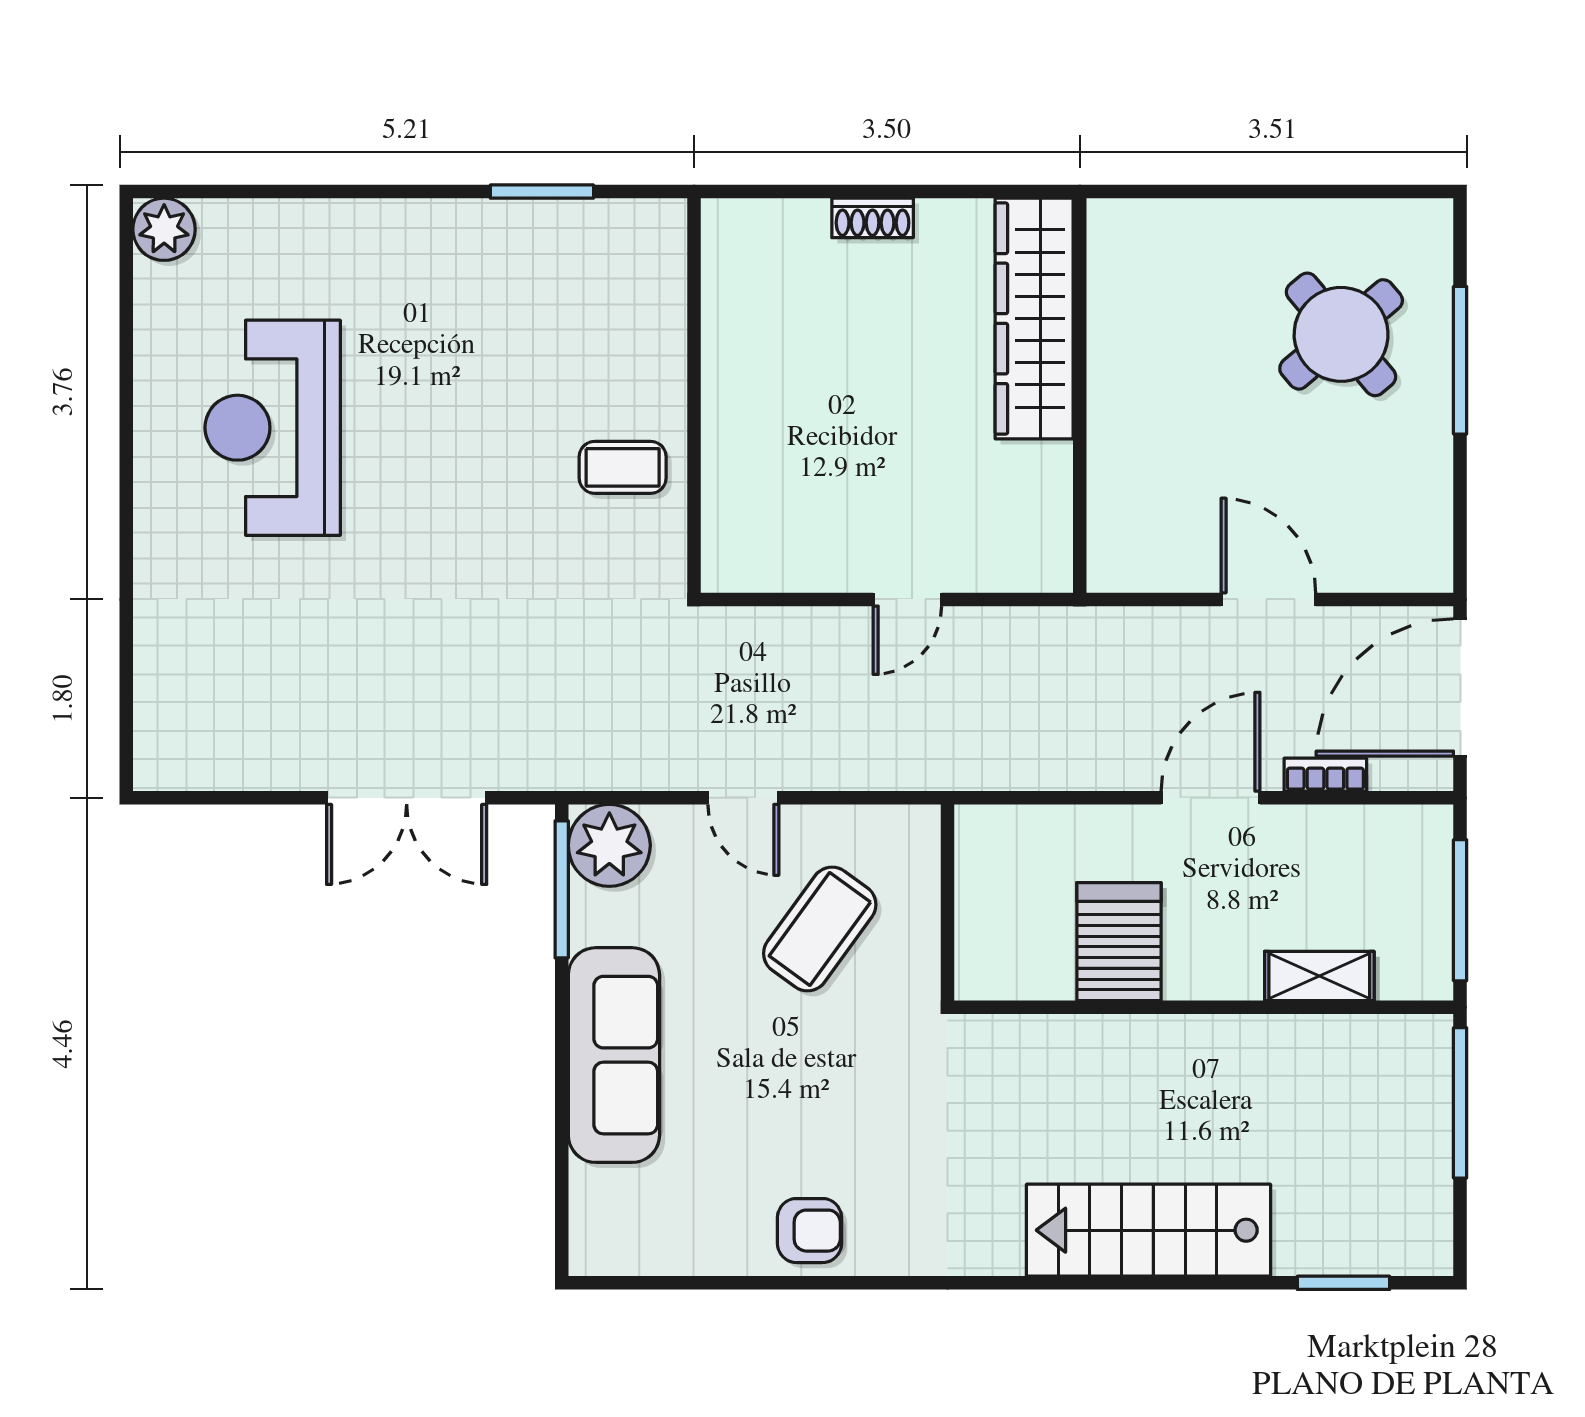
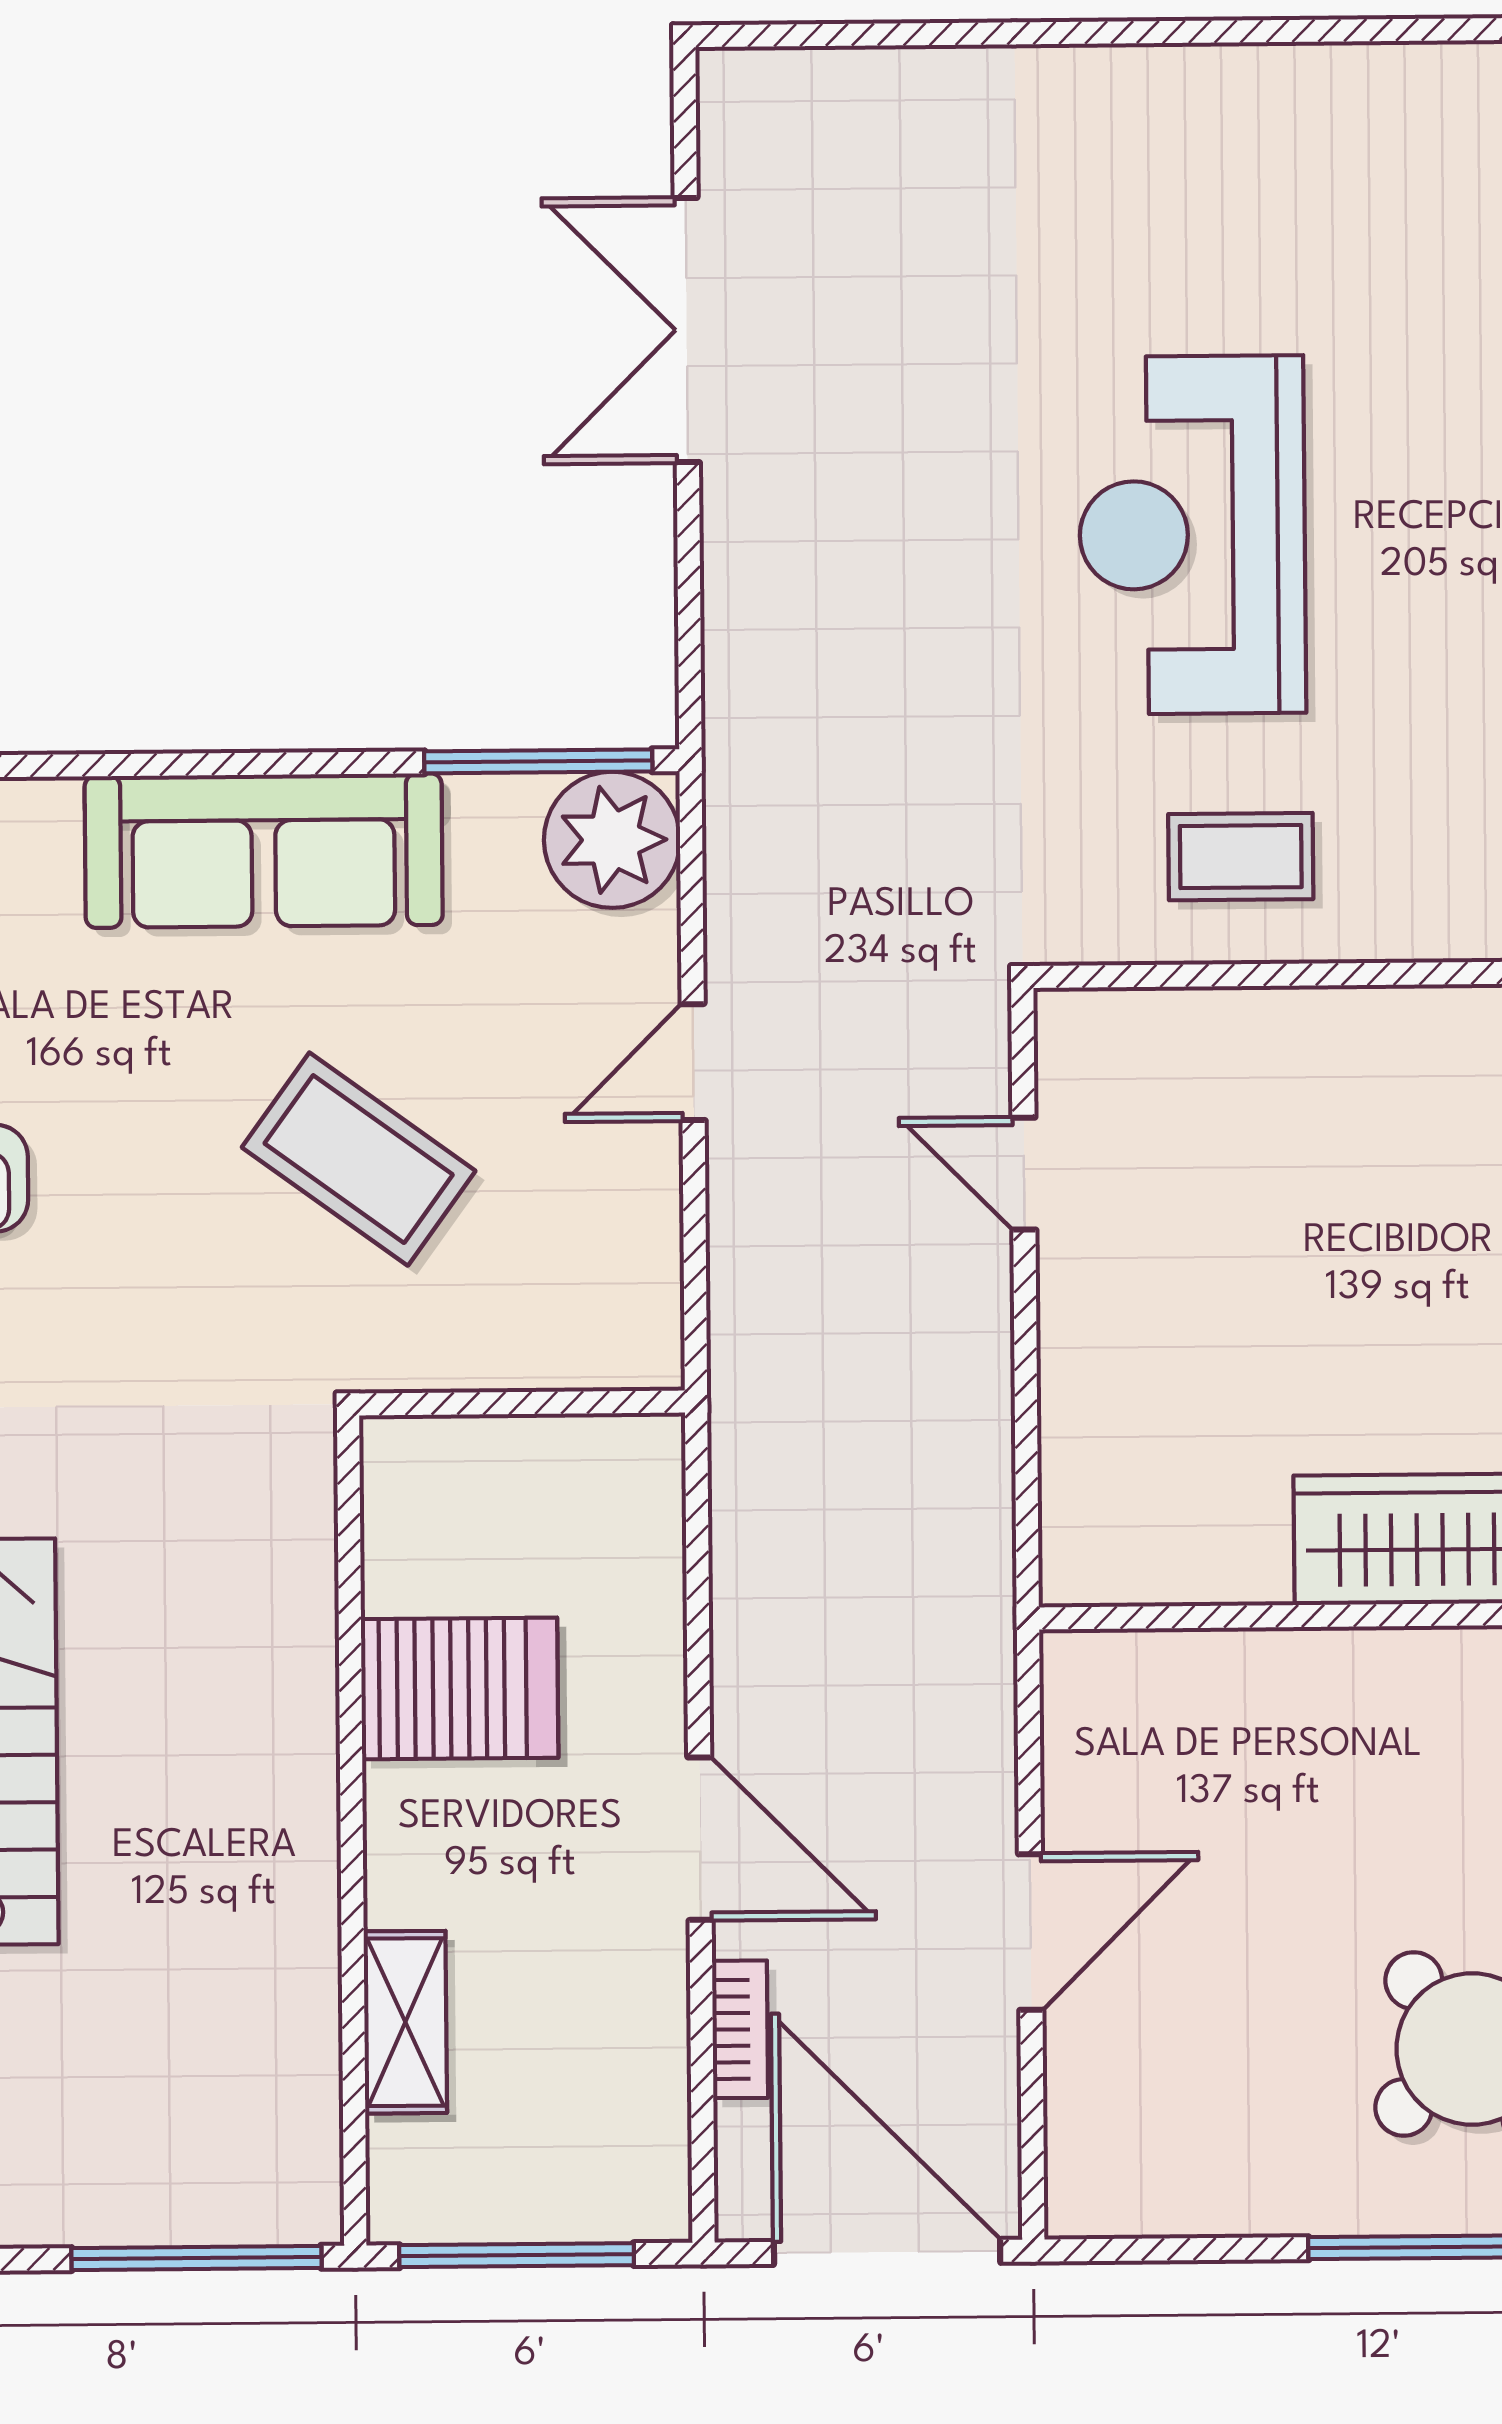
reception desk: (273, 428) -> (1192, 535), moved, turned -90
coffee table: (623, 467) -> (1241, 857), turned 90
door: (907, 599) -> (1024, 1174), moved
double door: (407, 798) -> (687, 330), moved
coffee table: (820, 929) -> (359, 1159), moved

